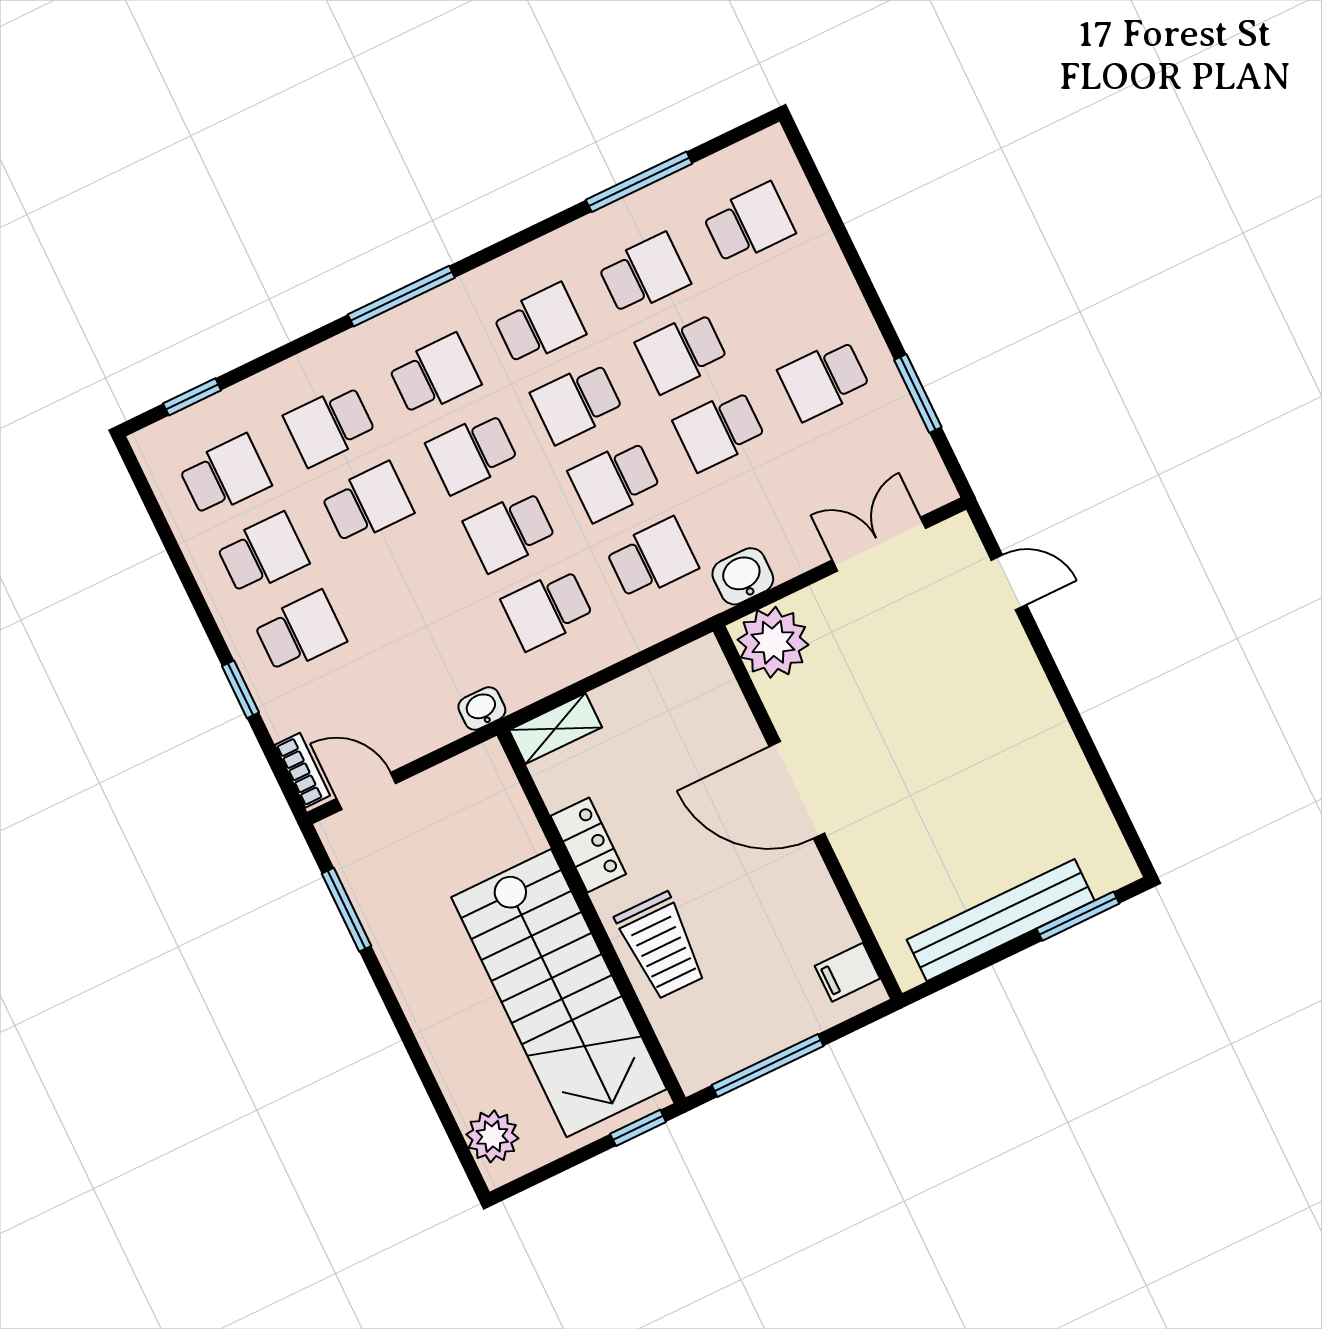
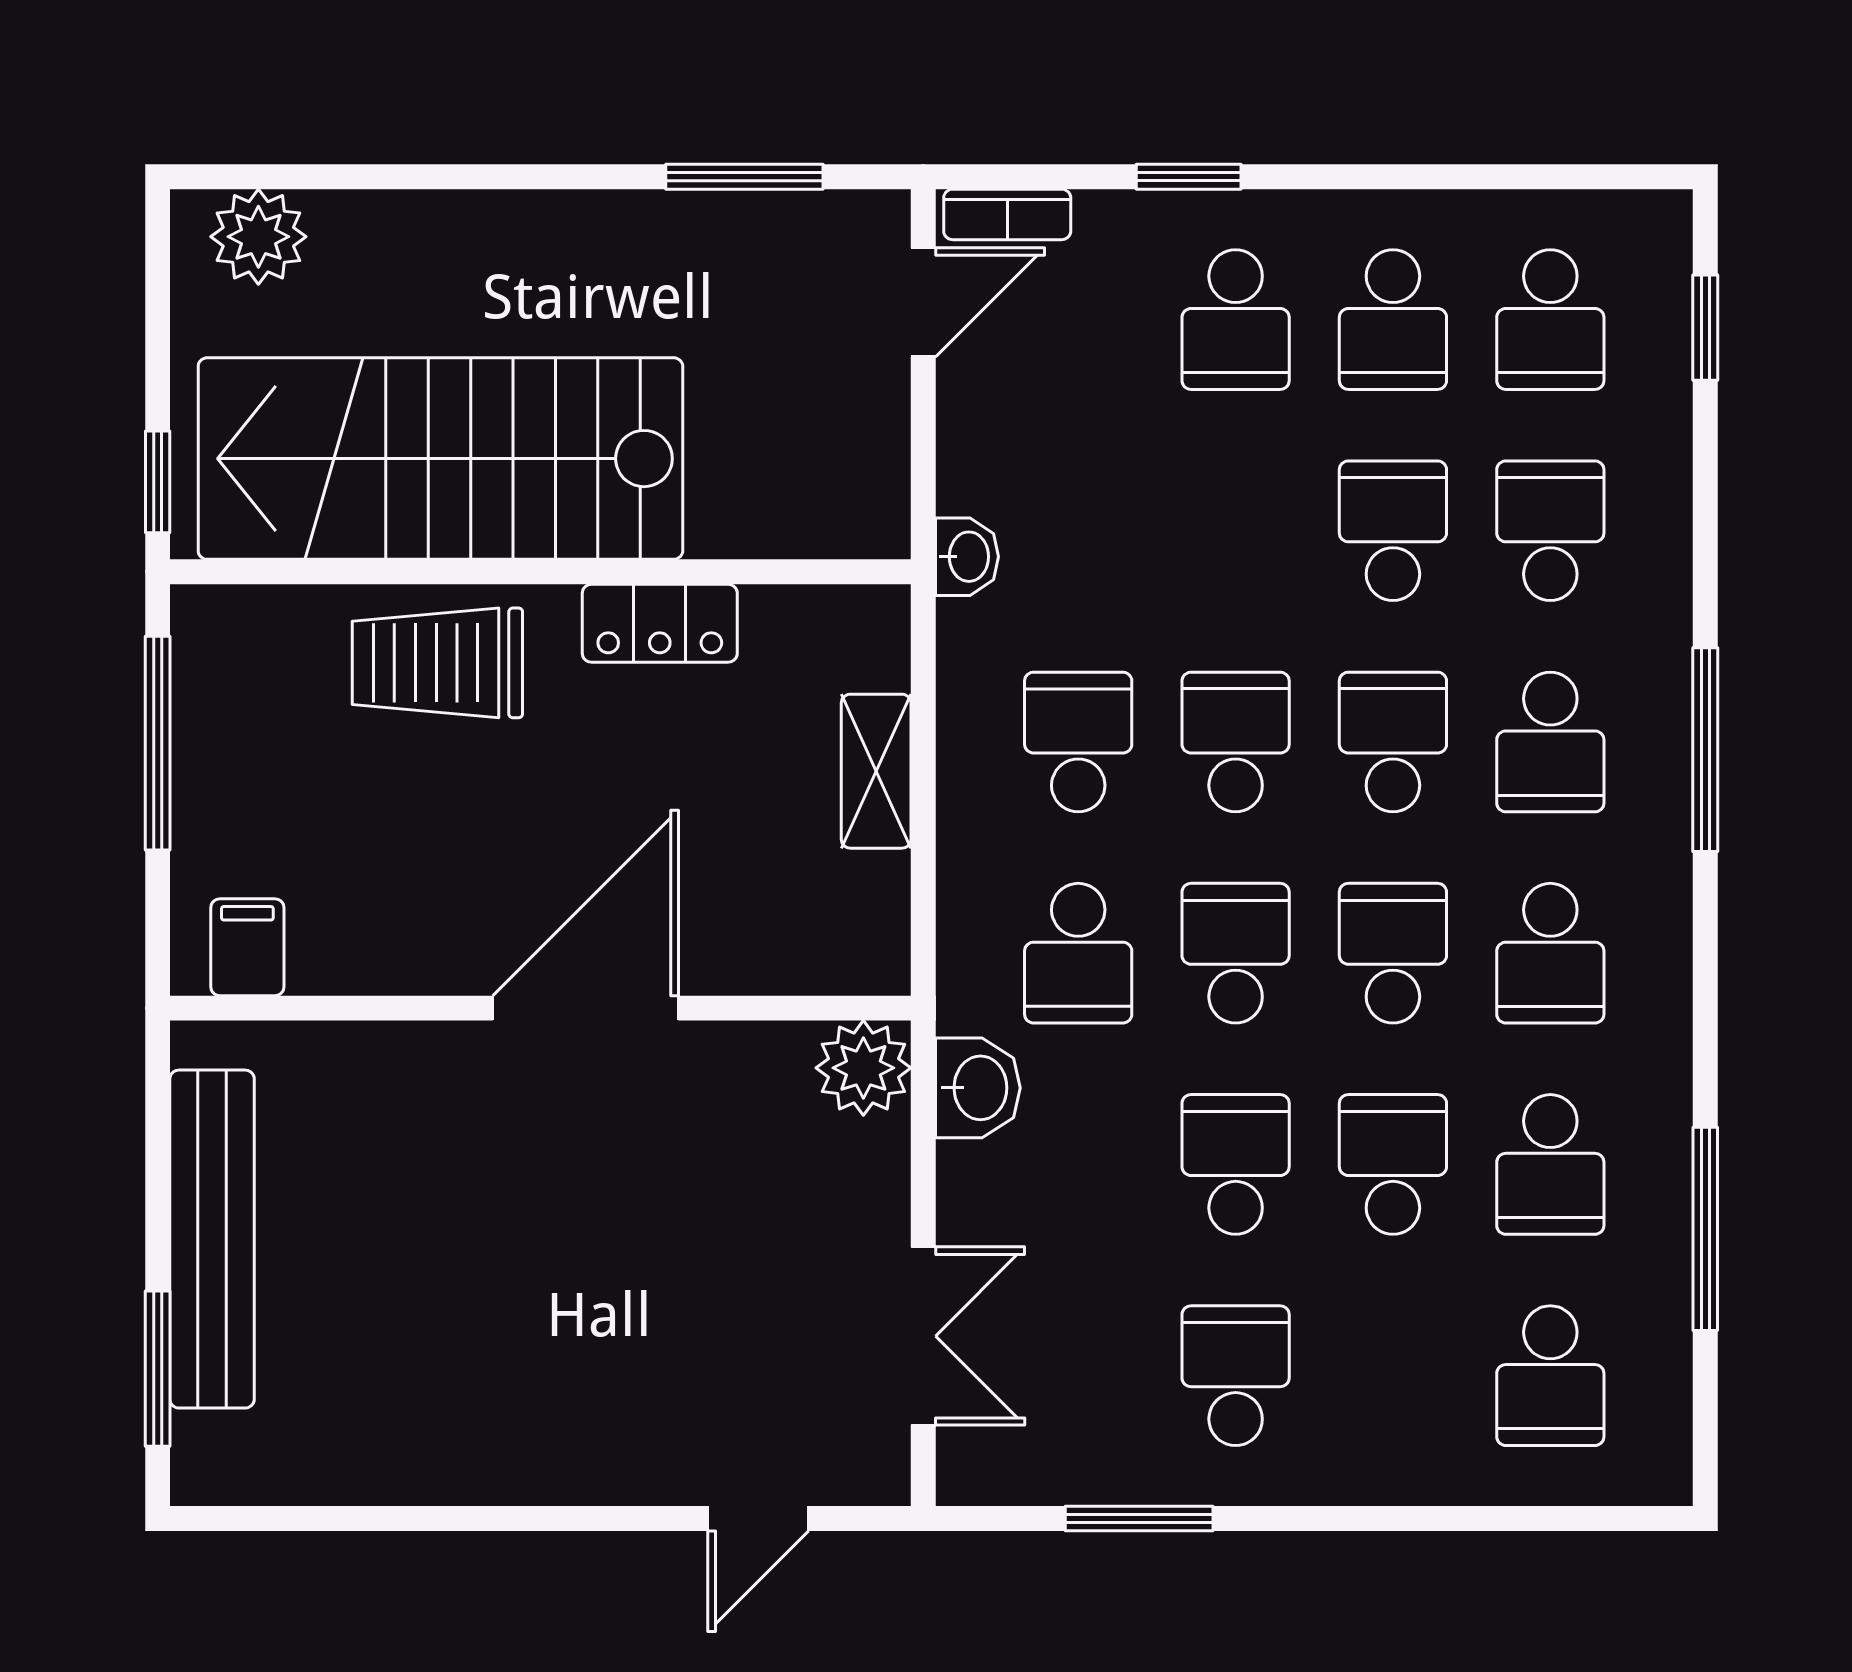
school desk: (367, 503) -> (1393, 531), turned 180
plant: (773, 642) -> (863, 1068), width x0.73, depth x0.73
shelving: (555, 729) -> (876, 771), moved

